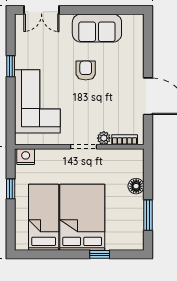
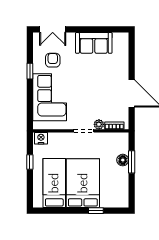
armchair: (86, 71) -> (53, 60), moved
window: (148, 215) -> (132, 162), moved

